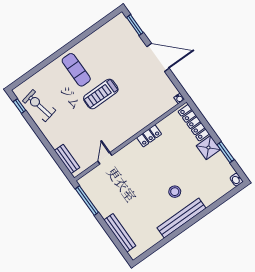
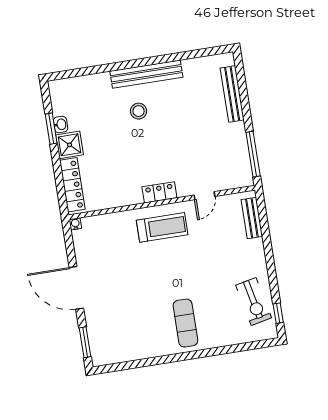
treadmill: (101, 94) -> (162, 227), moved
locker: (149, 136) -> (159, 192), moved
washbasin: (236, 180) -> (61, 124), moved

